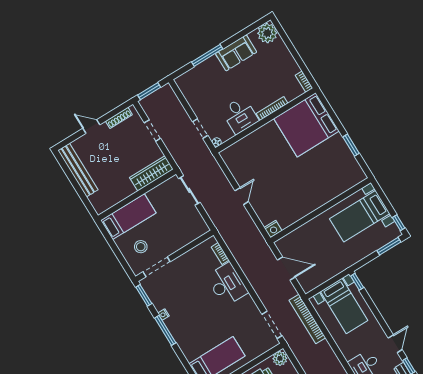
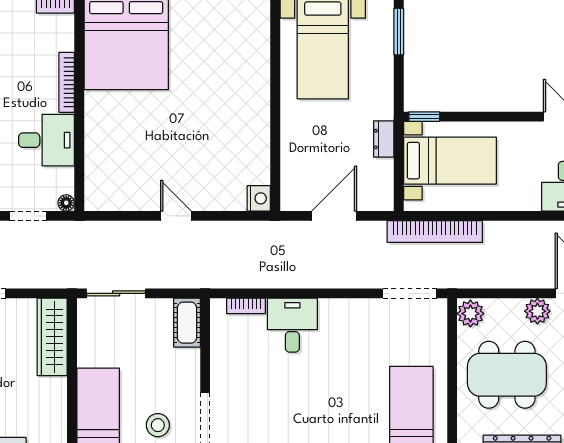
cot: (196, 231) -> (187, 323), added
dresser: (335, 270) -> (384, 139), added
desk: (227, 284) -> (292, 325), width x0.73

